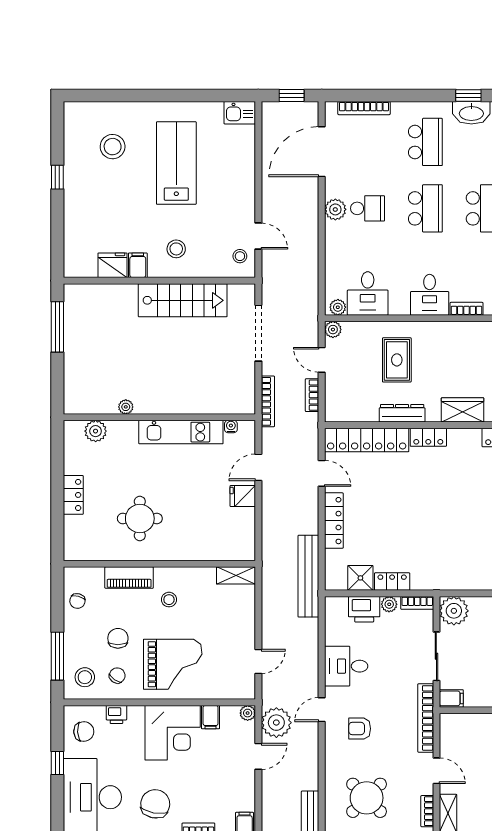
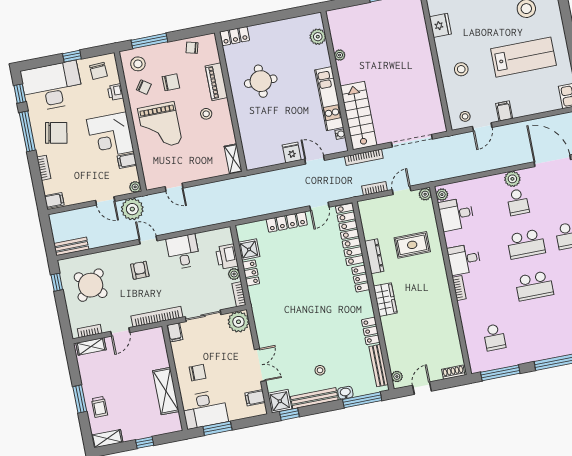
filing cabinet: (138, 265) -> (504, 111), moved, turned -90
stairs: (183, 300) -> (358, 116), moved, turned 180
locker: (73, 495) -> (235, 36), moved
bench: (308, 576) -> (243, 212), removed

